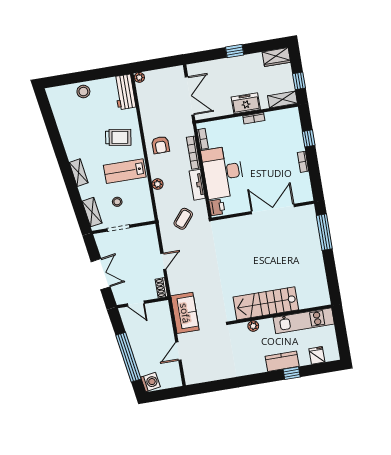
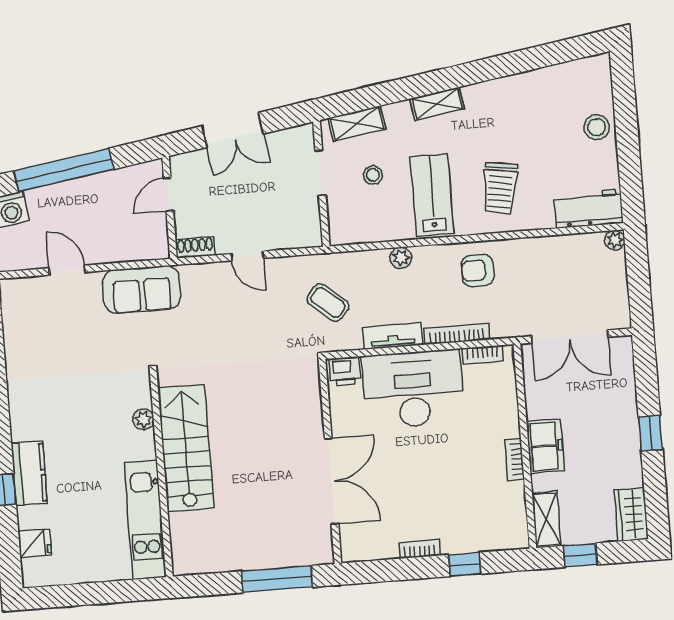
stairs: (266, 303) -> (186, 448), moved
wall: (280, 315) -> (161, 475), moved
kitchen unit: (304, 321) -> (145, 520), moved
plant: (253, 326) -> (143, 419), moved

